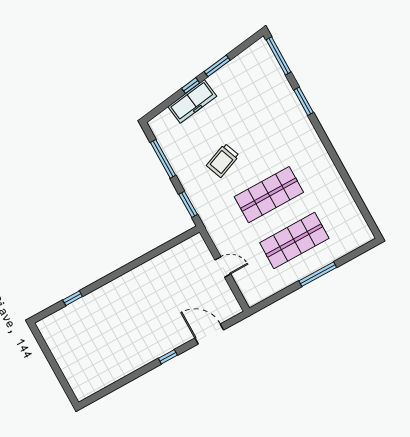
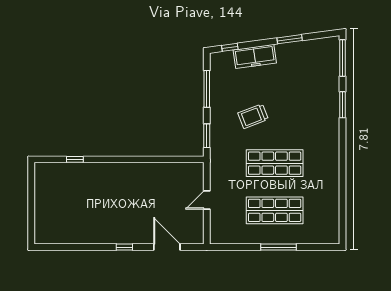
window: (191, 86) -> (230, 47), moved
door: (223, 267) -> (207, 200), swing flipped

